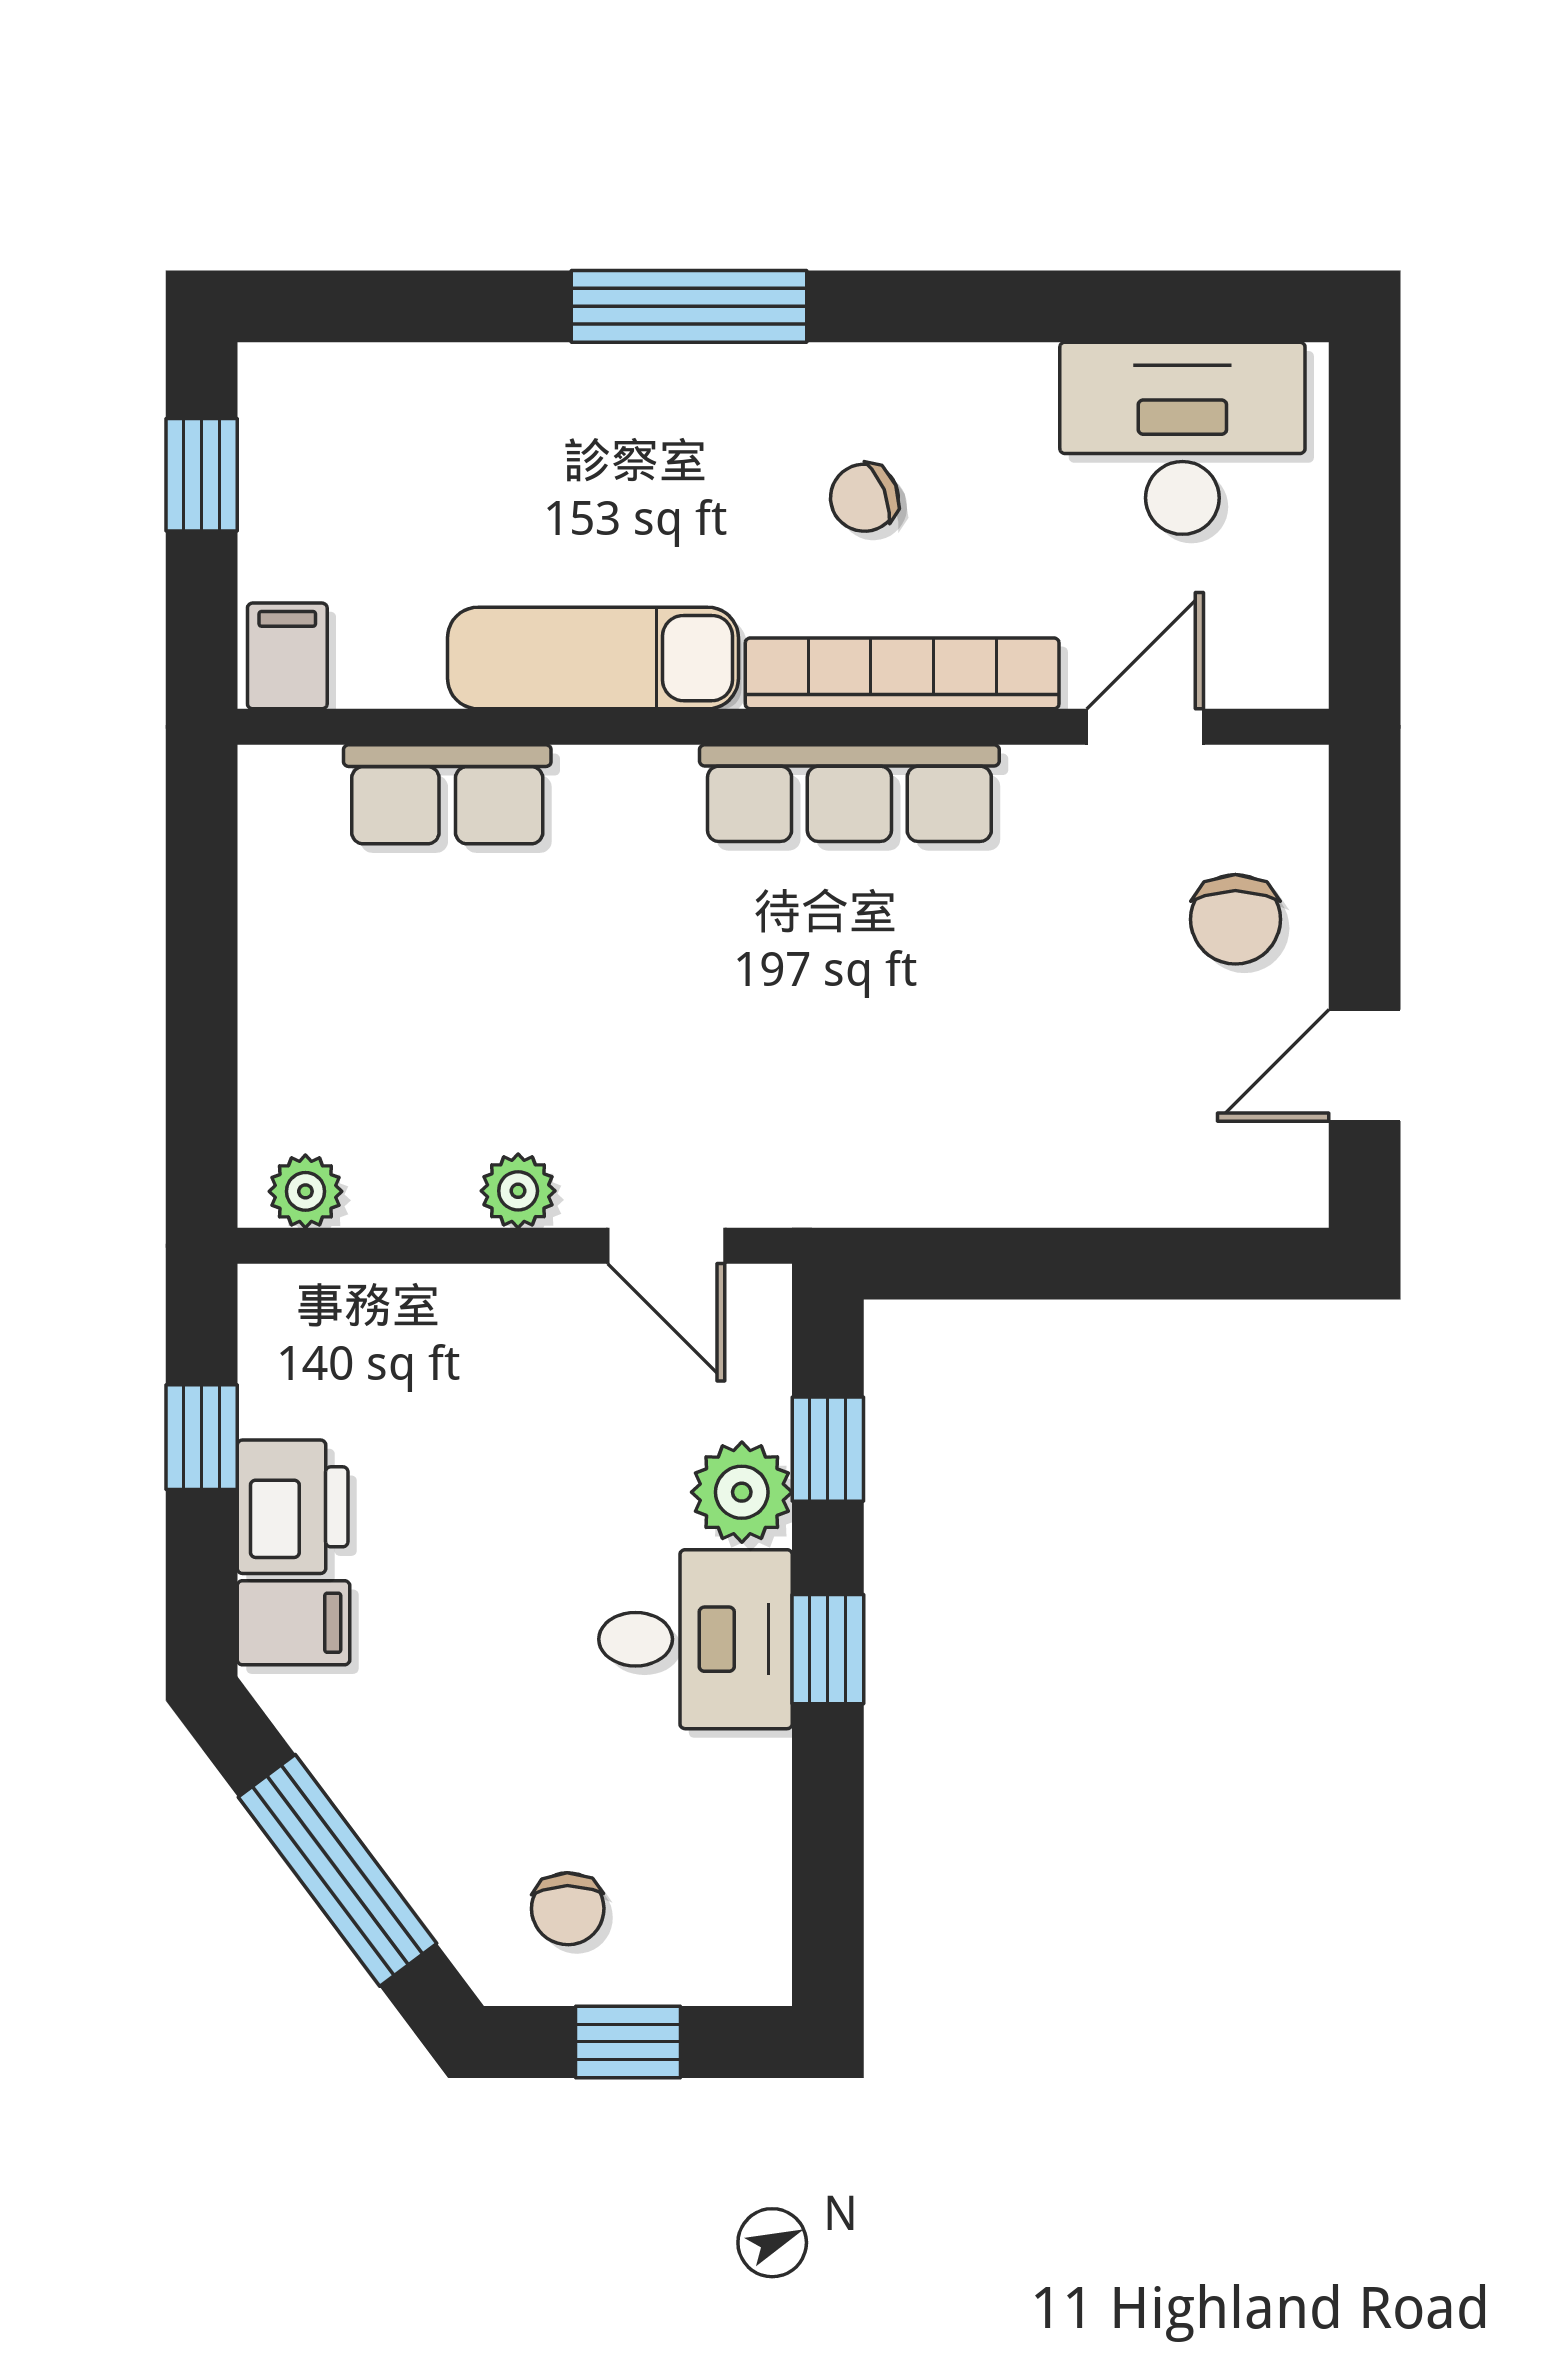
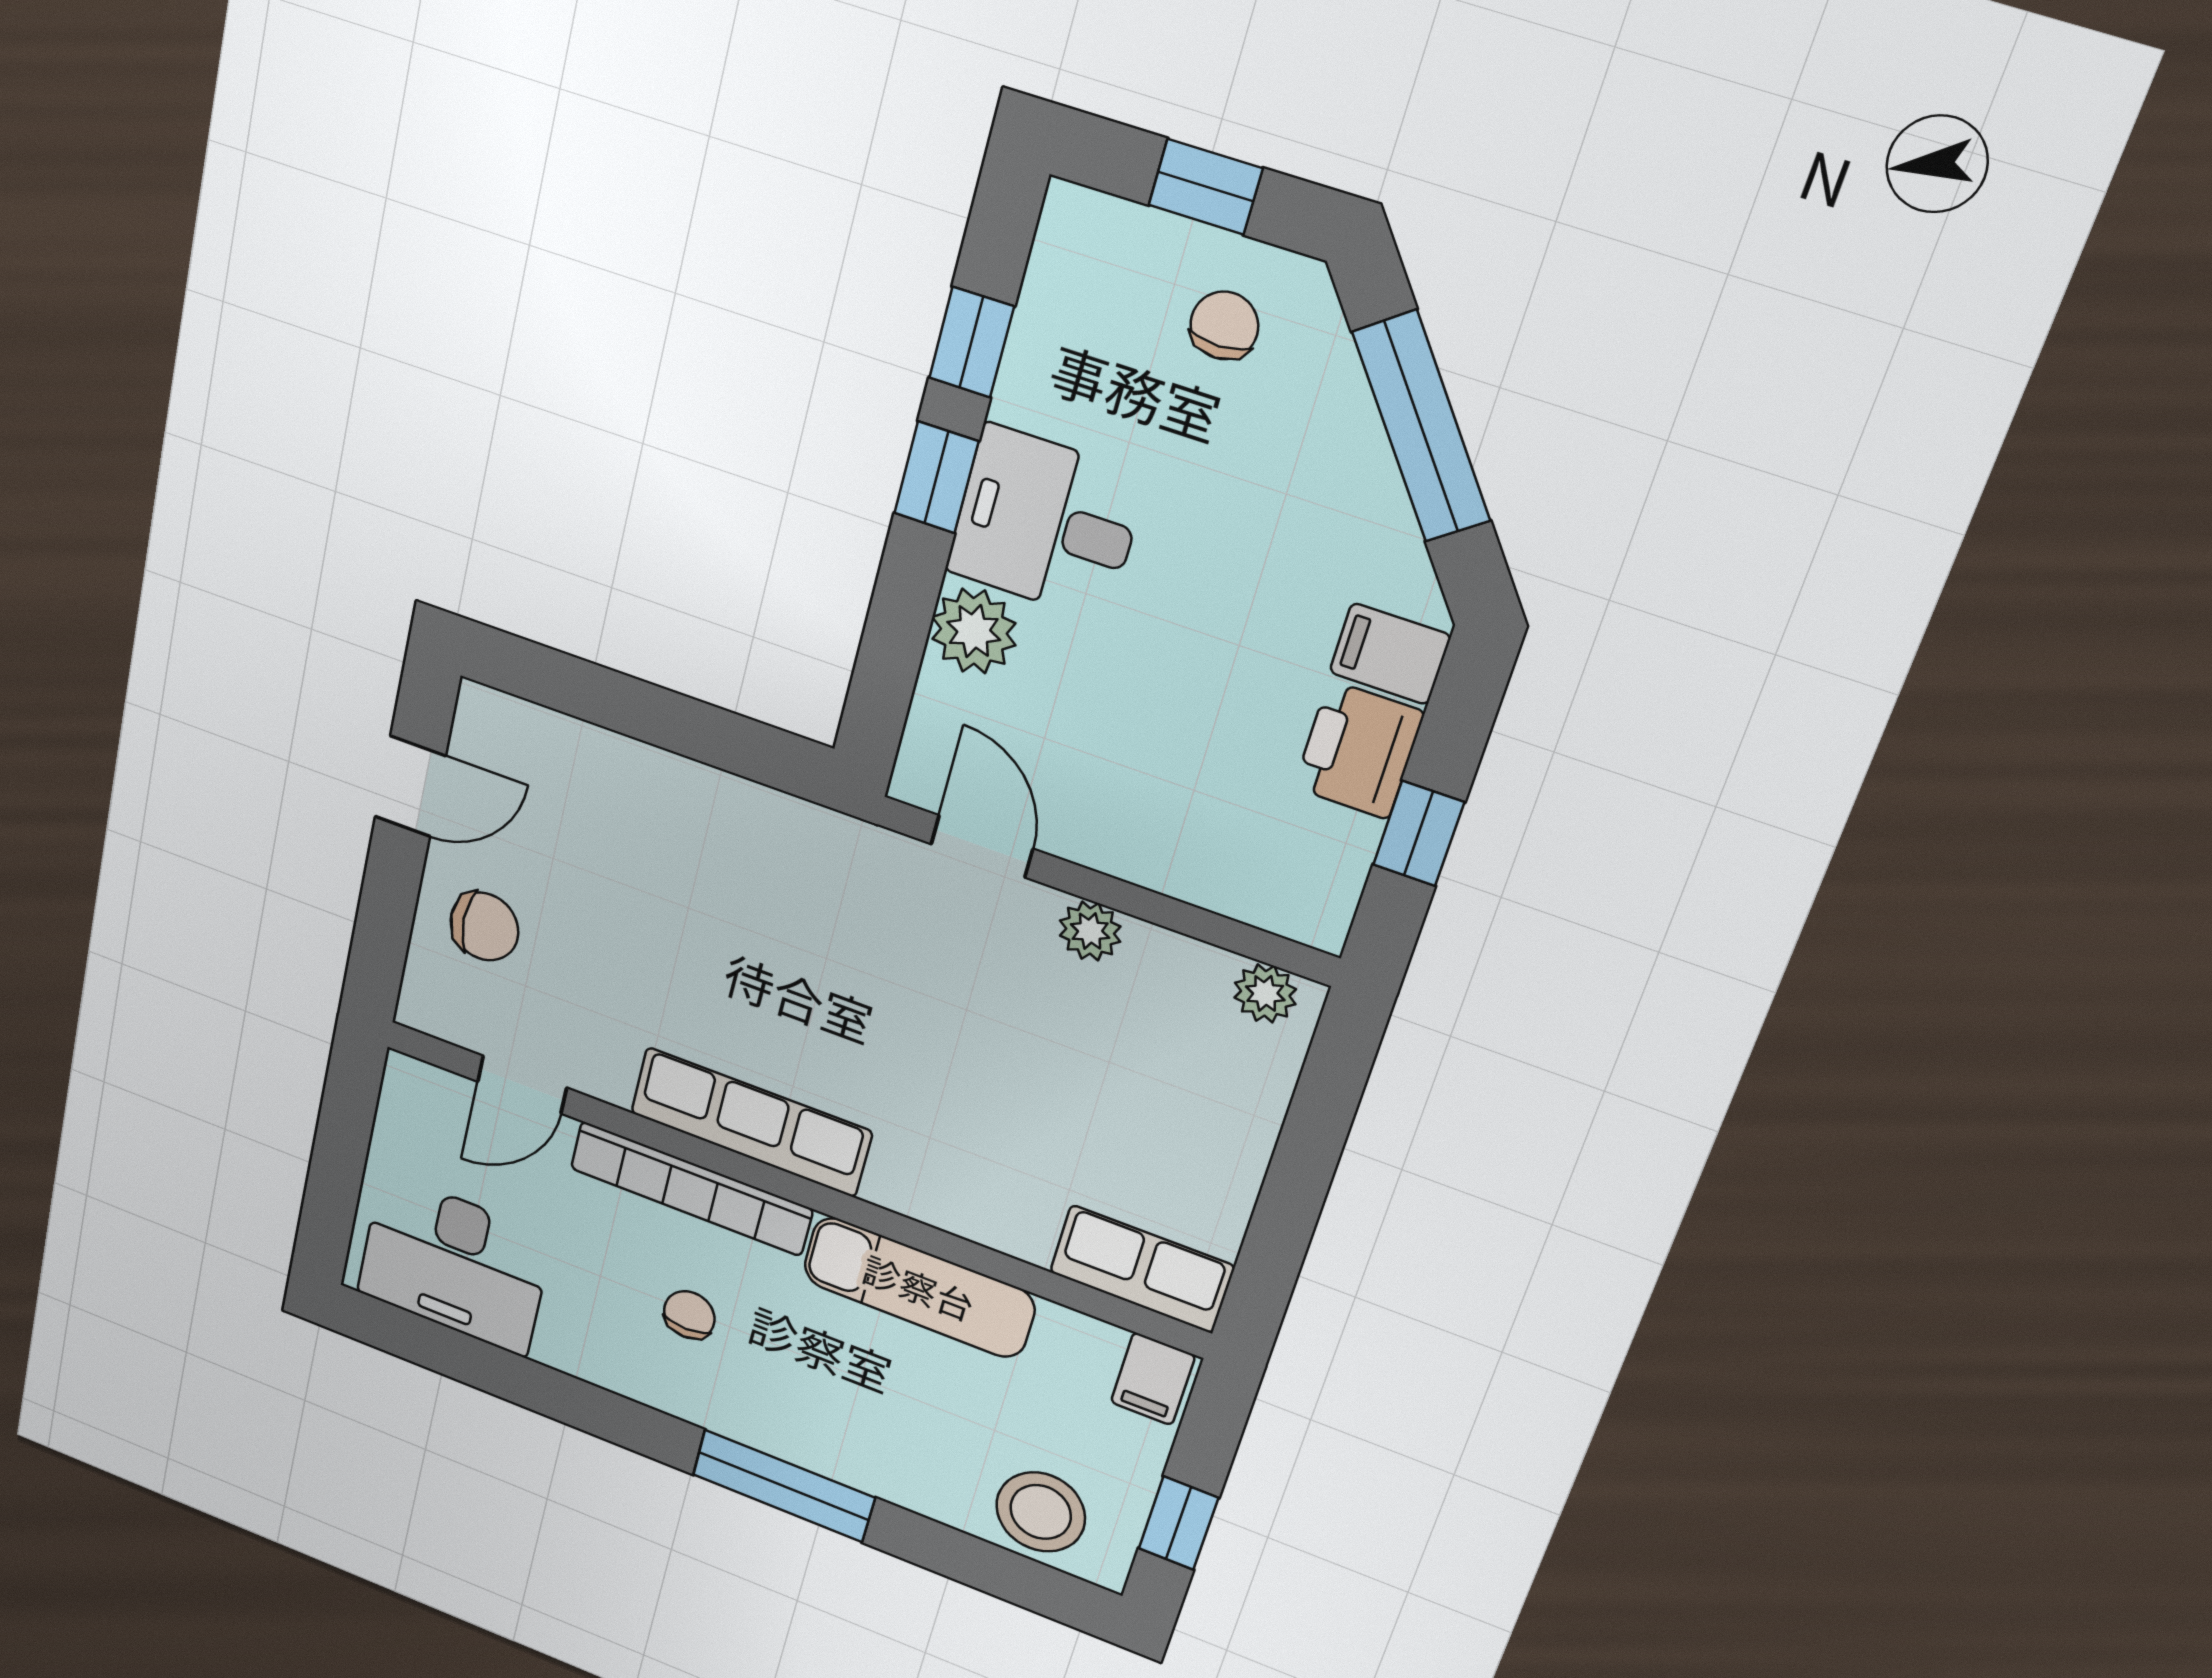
stool: (367, 415) -> (1041, 1512), added
chair: (864, 498) -> (689, 1315), turned -68
row of seats: (447, 794) -> (1142, 1269), moved
chair: (1235, 919) -> (484, 926), turned 90
window: (828, 1449) -> (971, 342), moved

